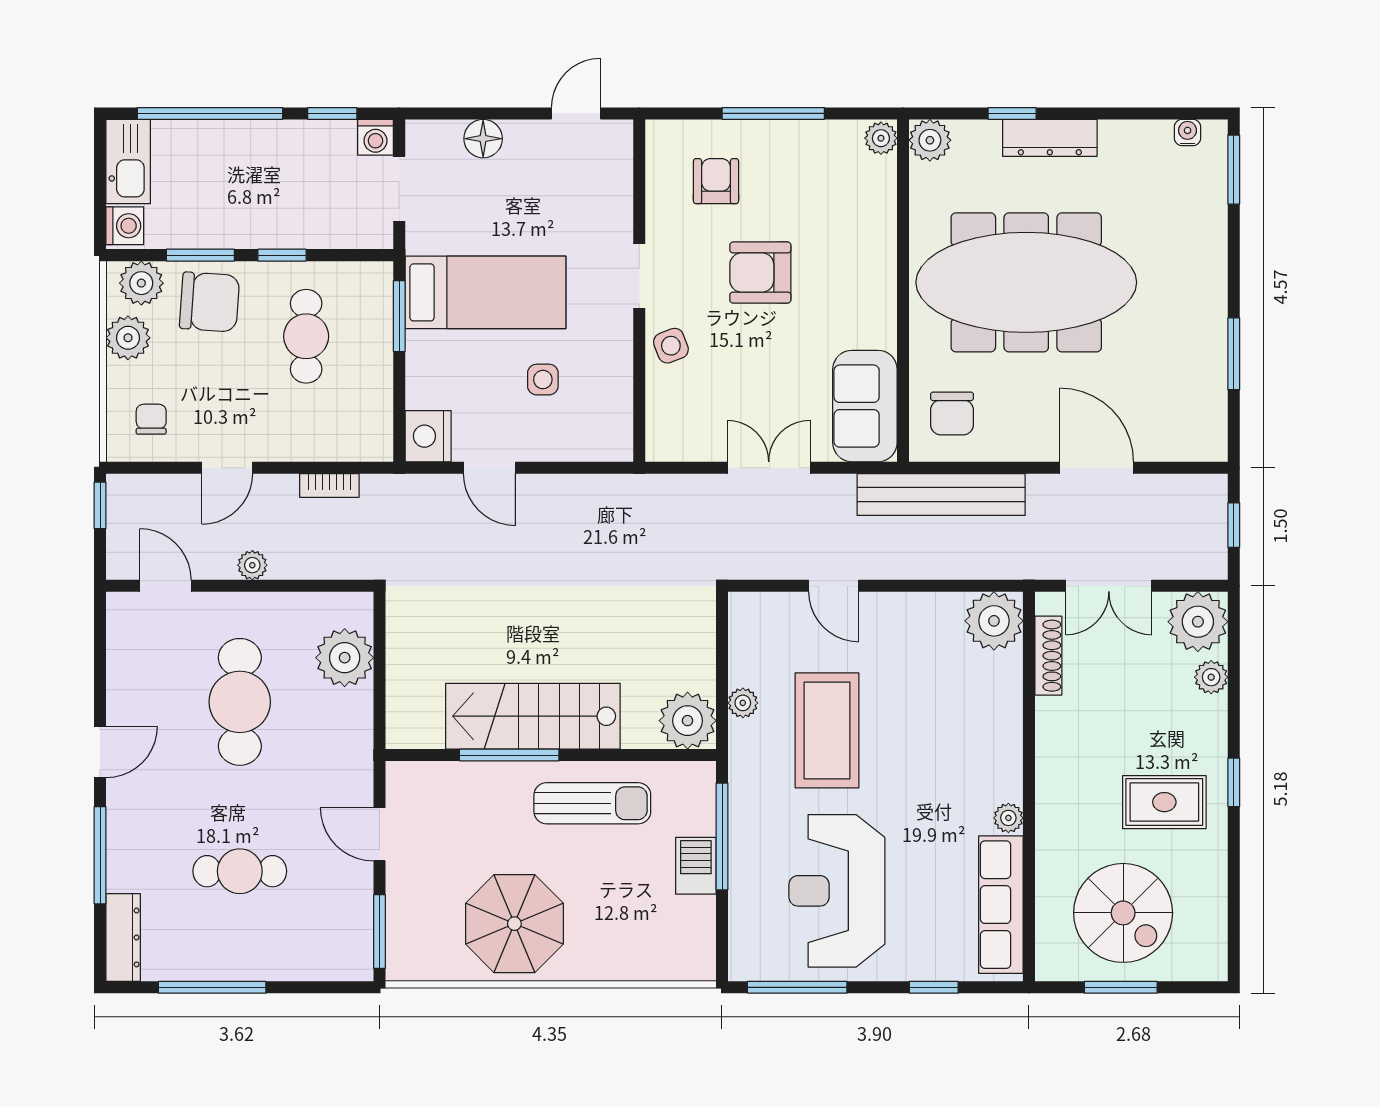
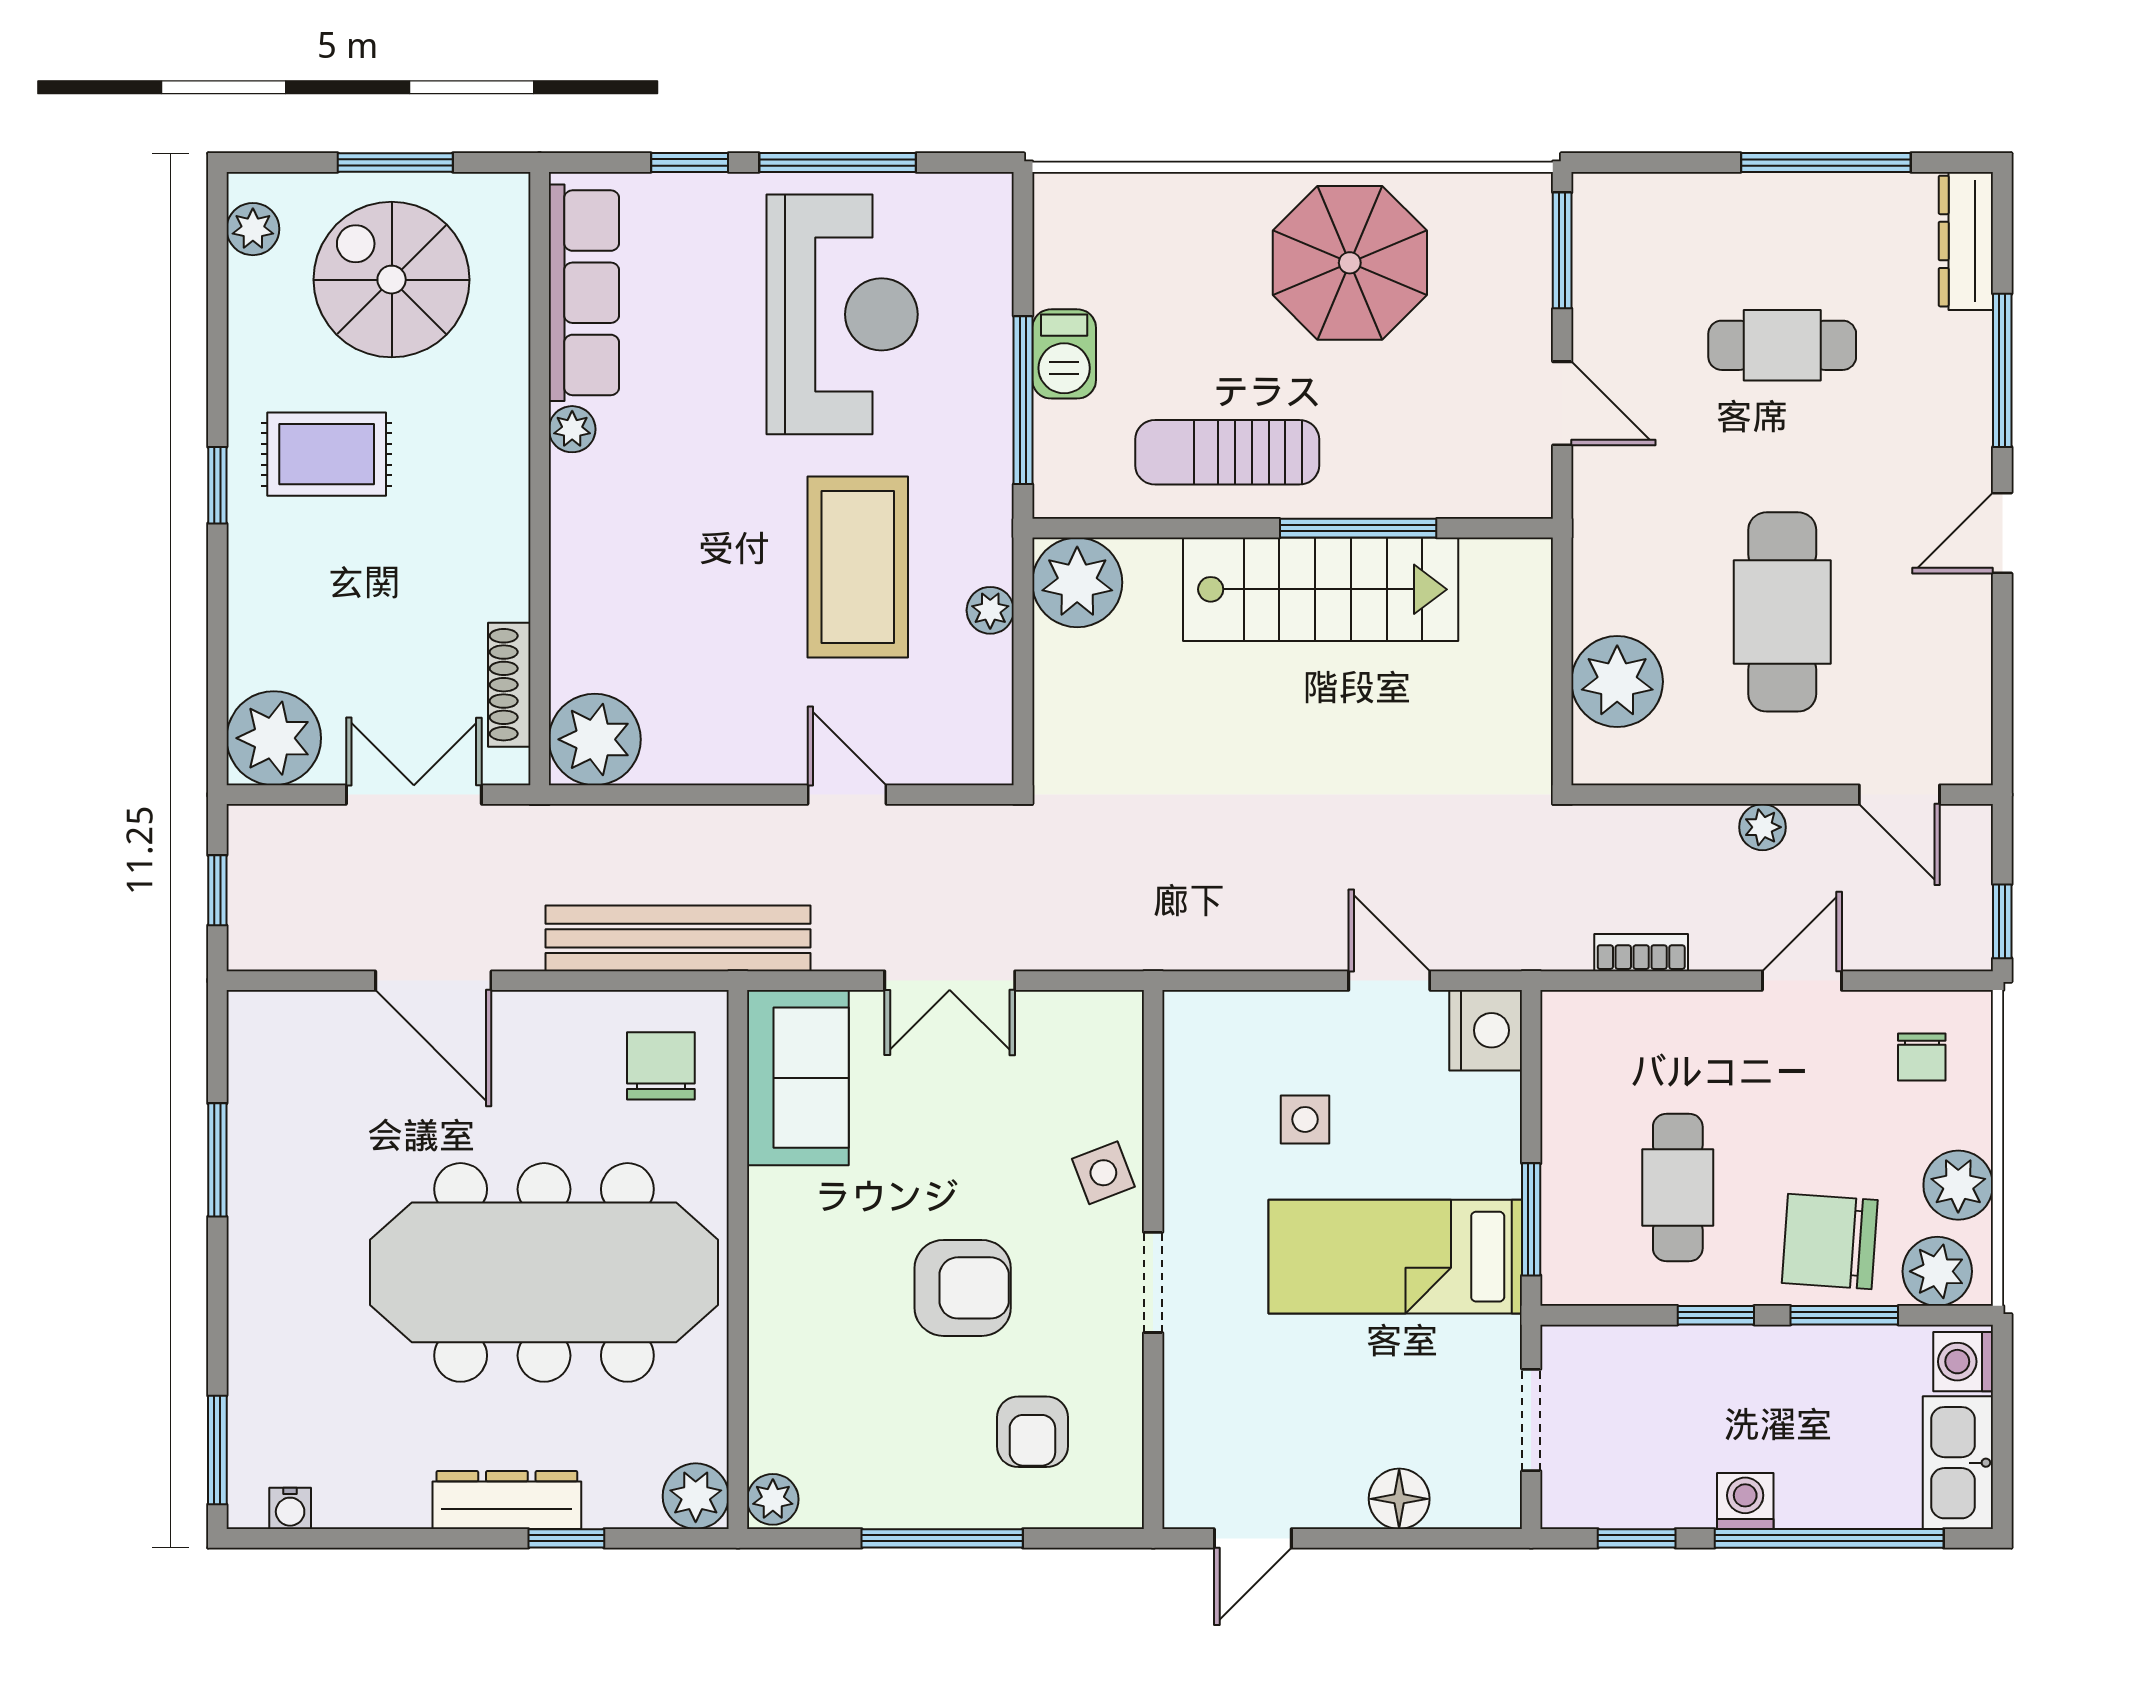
washing machine: (375, 137) -> (1745, 1501), moved
plant: (1211, 677) -> (253, 229), moved
window: (797, 987) -> (838, 163), moved

